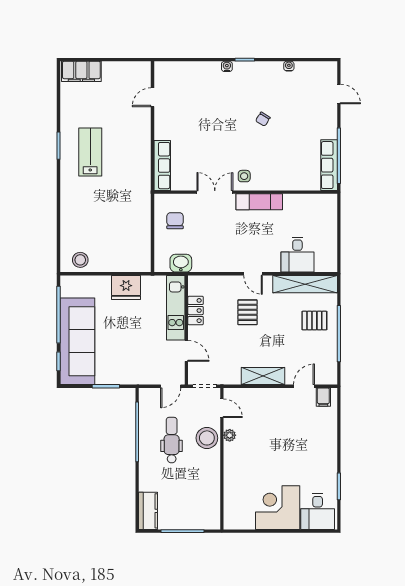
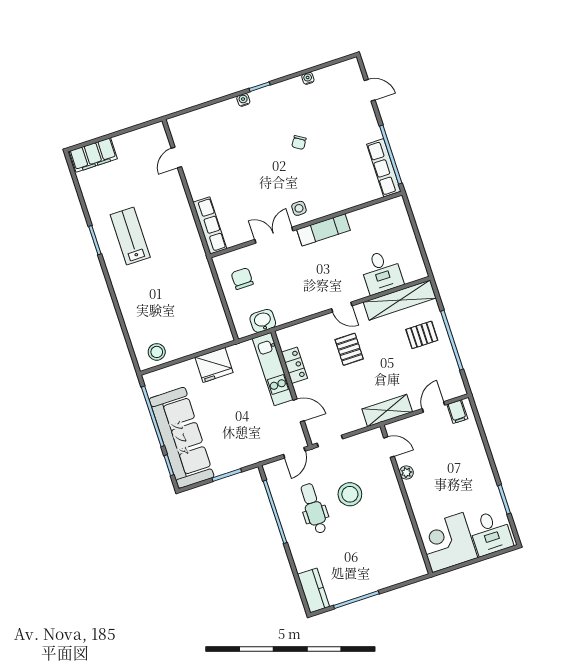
door: (222, 408) -> (389, 447), moved
plant: (230, 435) -> (406, 472), moved
wall: (222, 459) -> (406, 500), moved

